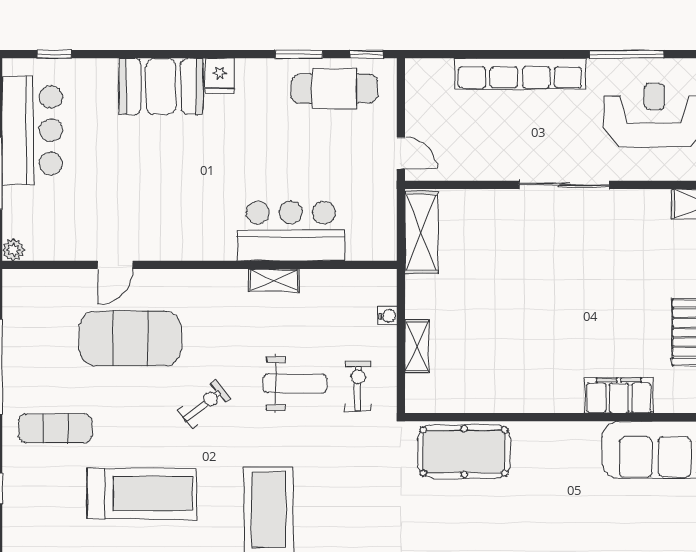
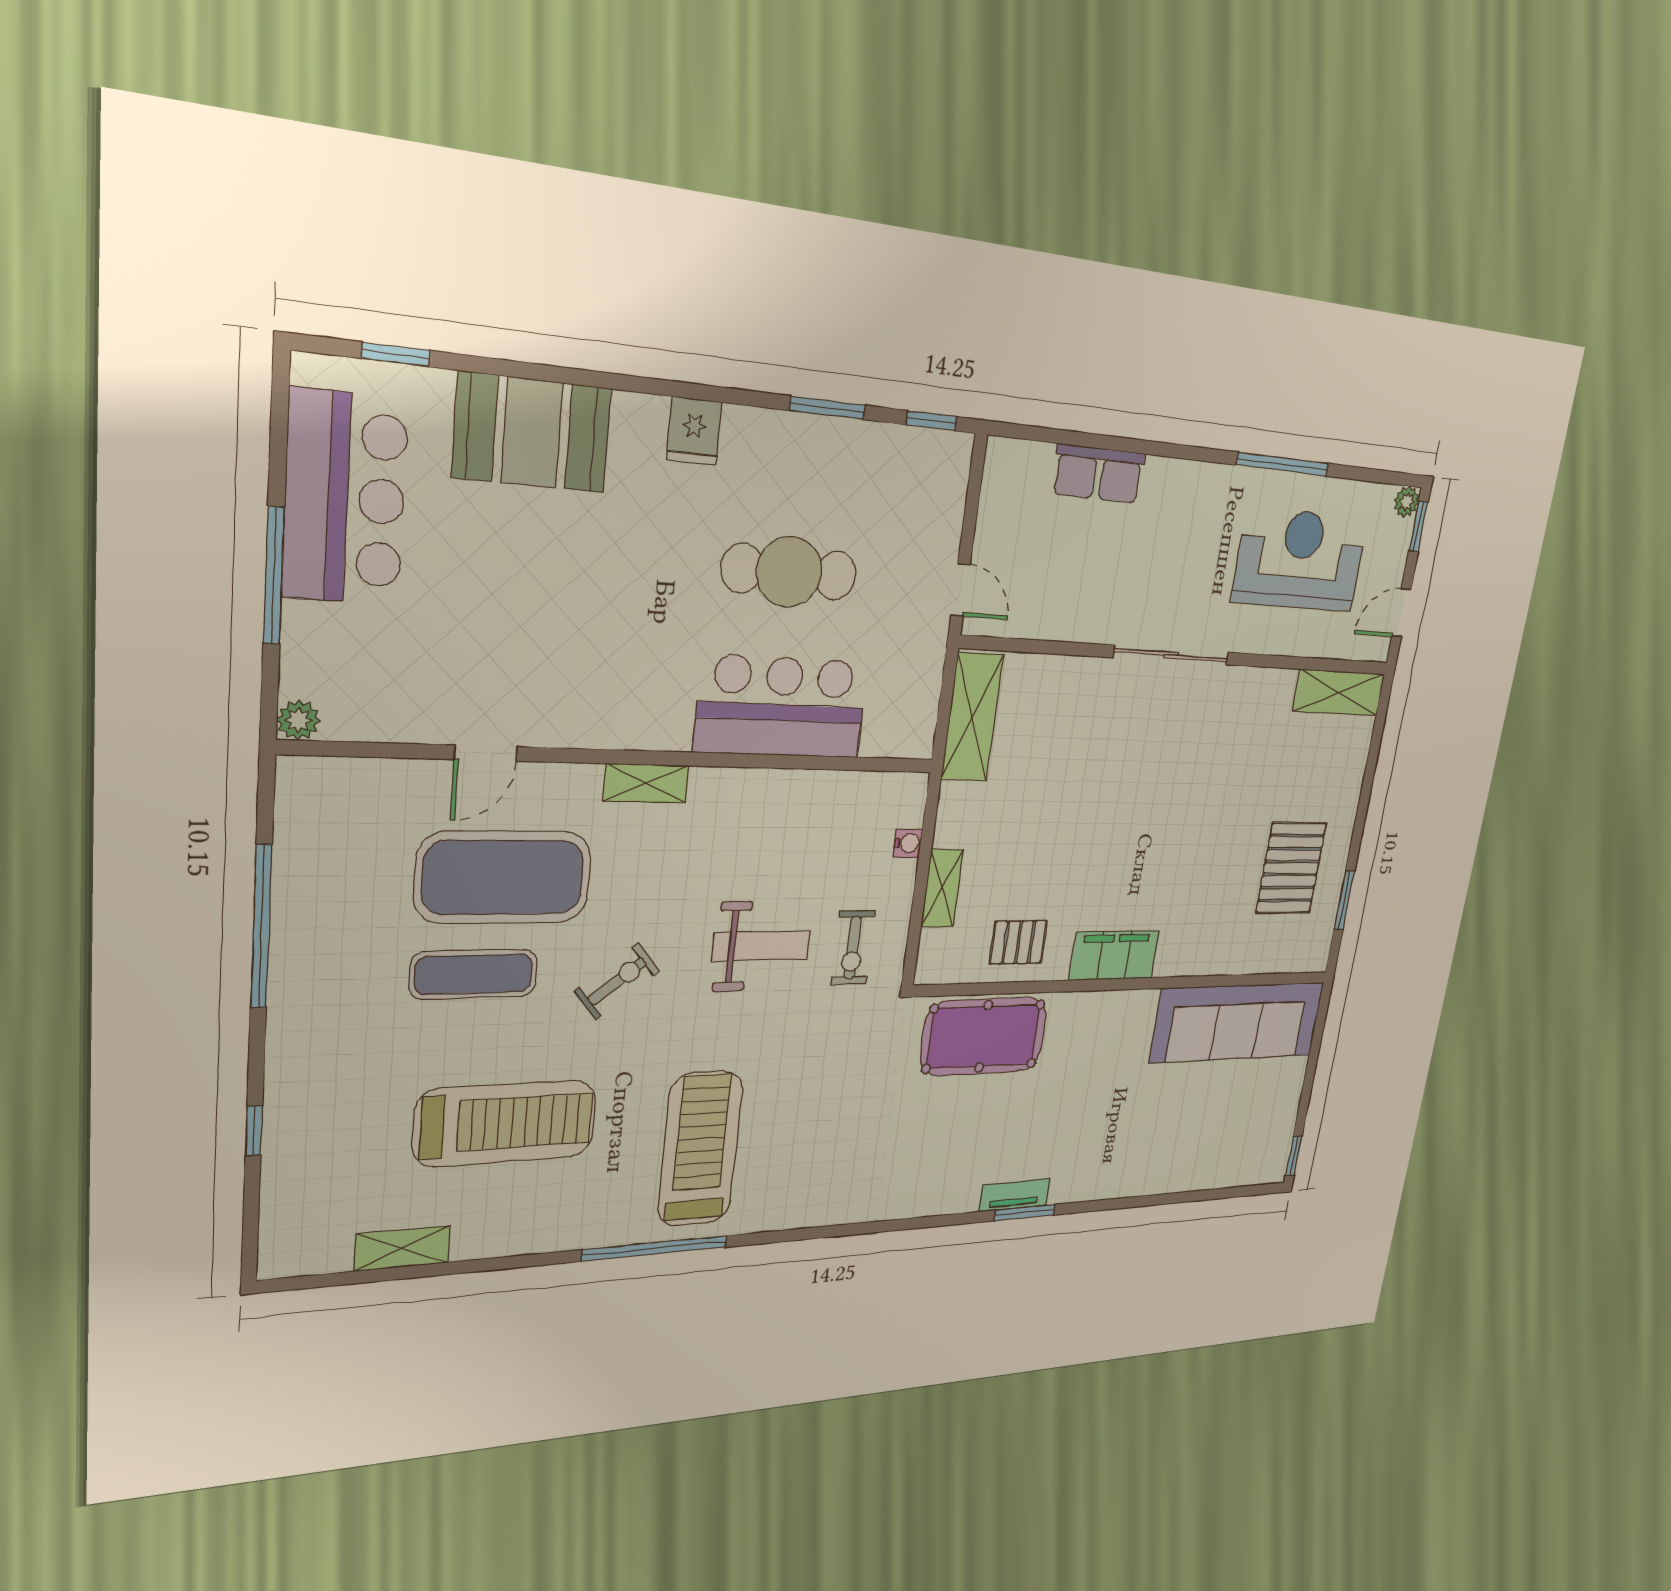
row of seats: (520, 74) -> (1098, 474), width x0.50
booth: (161, 86) -> (532, 433), moved
cafe table: (334, 89) -> (789, 572), moved
shelving: (274, 280) -> (646, 783), moved
pallet: (480, 385) -> (1018, 942), added
exercise bike: (358, 386) -> (853, 948), turned 180
filing cabinet: (619, 396) -> (1114, 955), moved
exercise mat: (55, 429) -> (474, 974), moved

